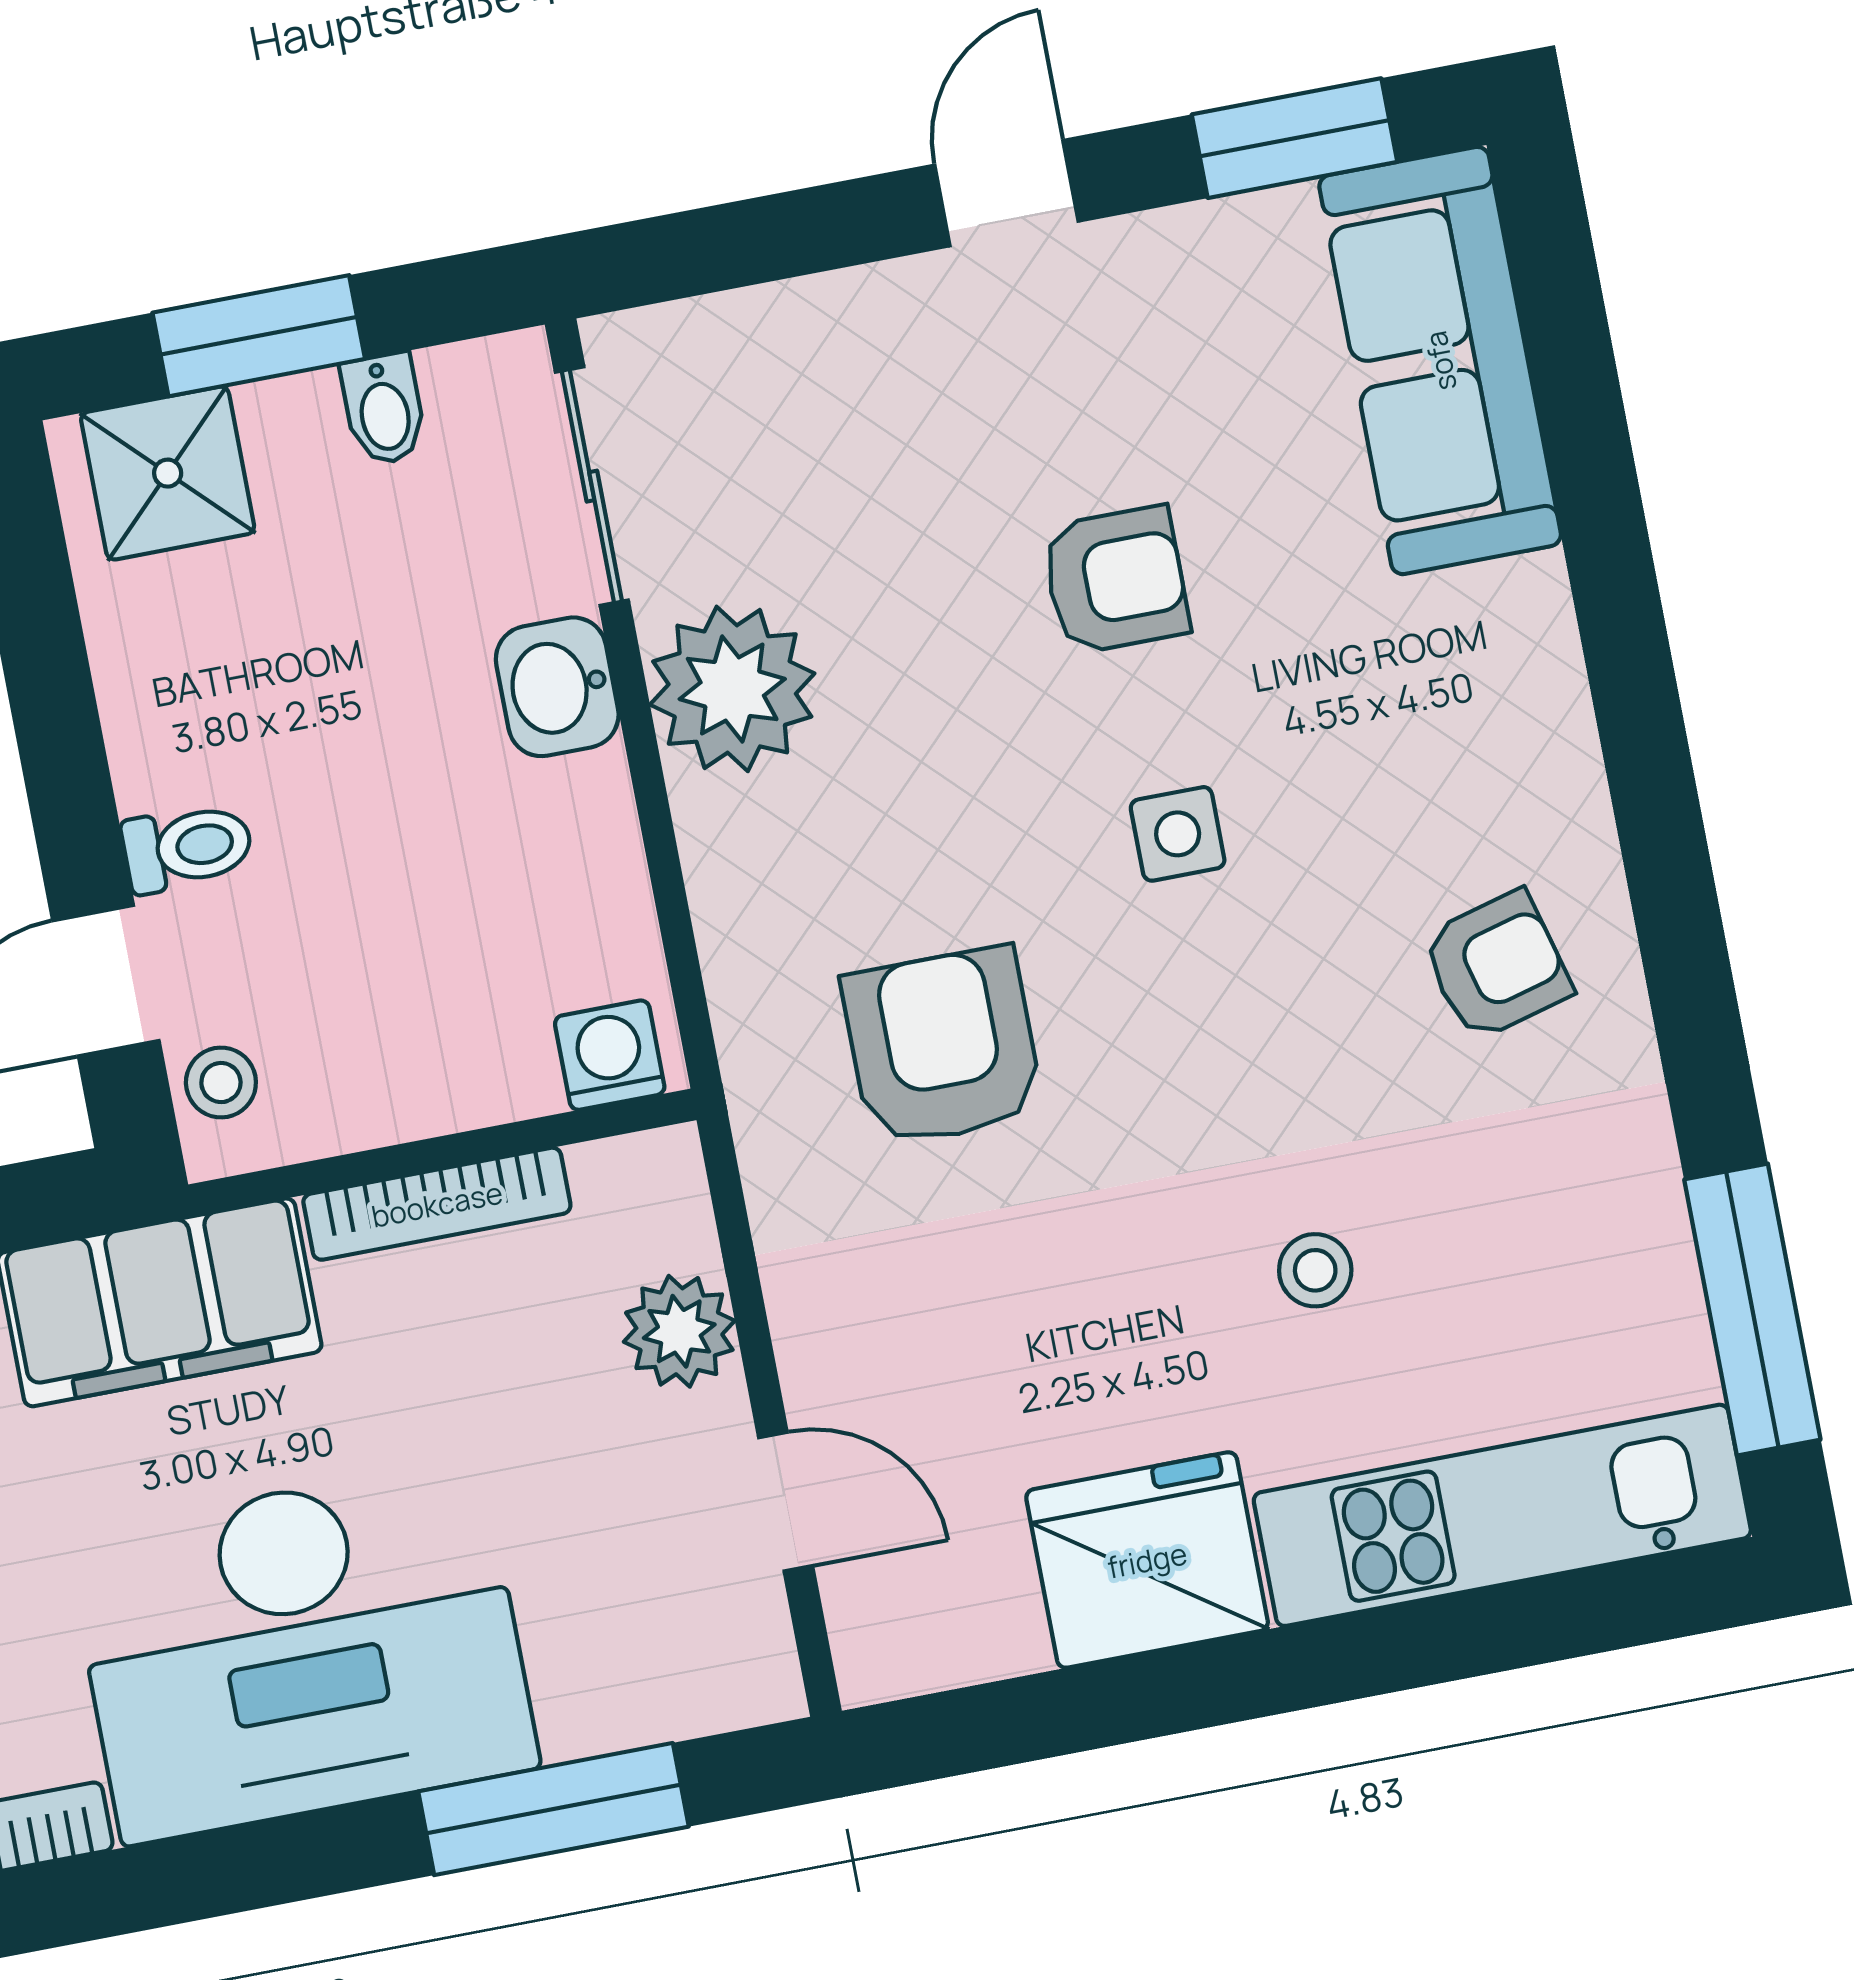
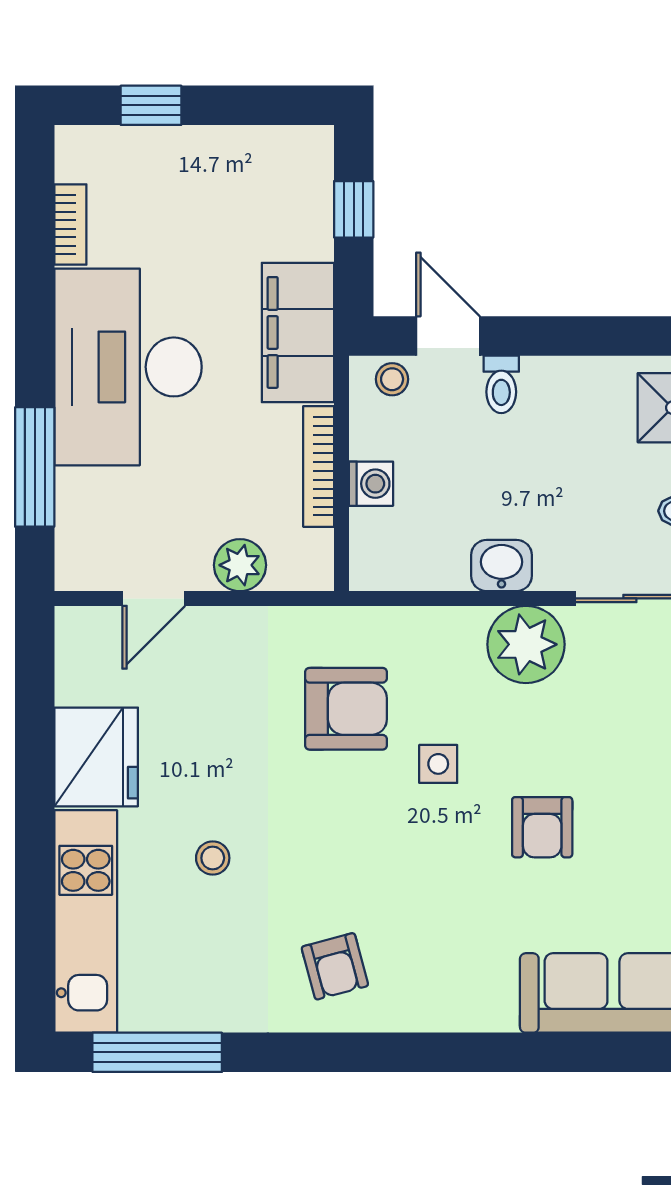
washbasin: (557, 687) -> (501, 565), moved
side table: (1178, 834) -> (438, 764), moved
washing machine: (610, 1055) -> (371, 484), moved

